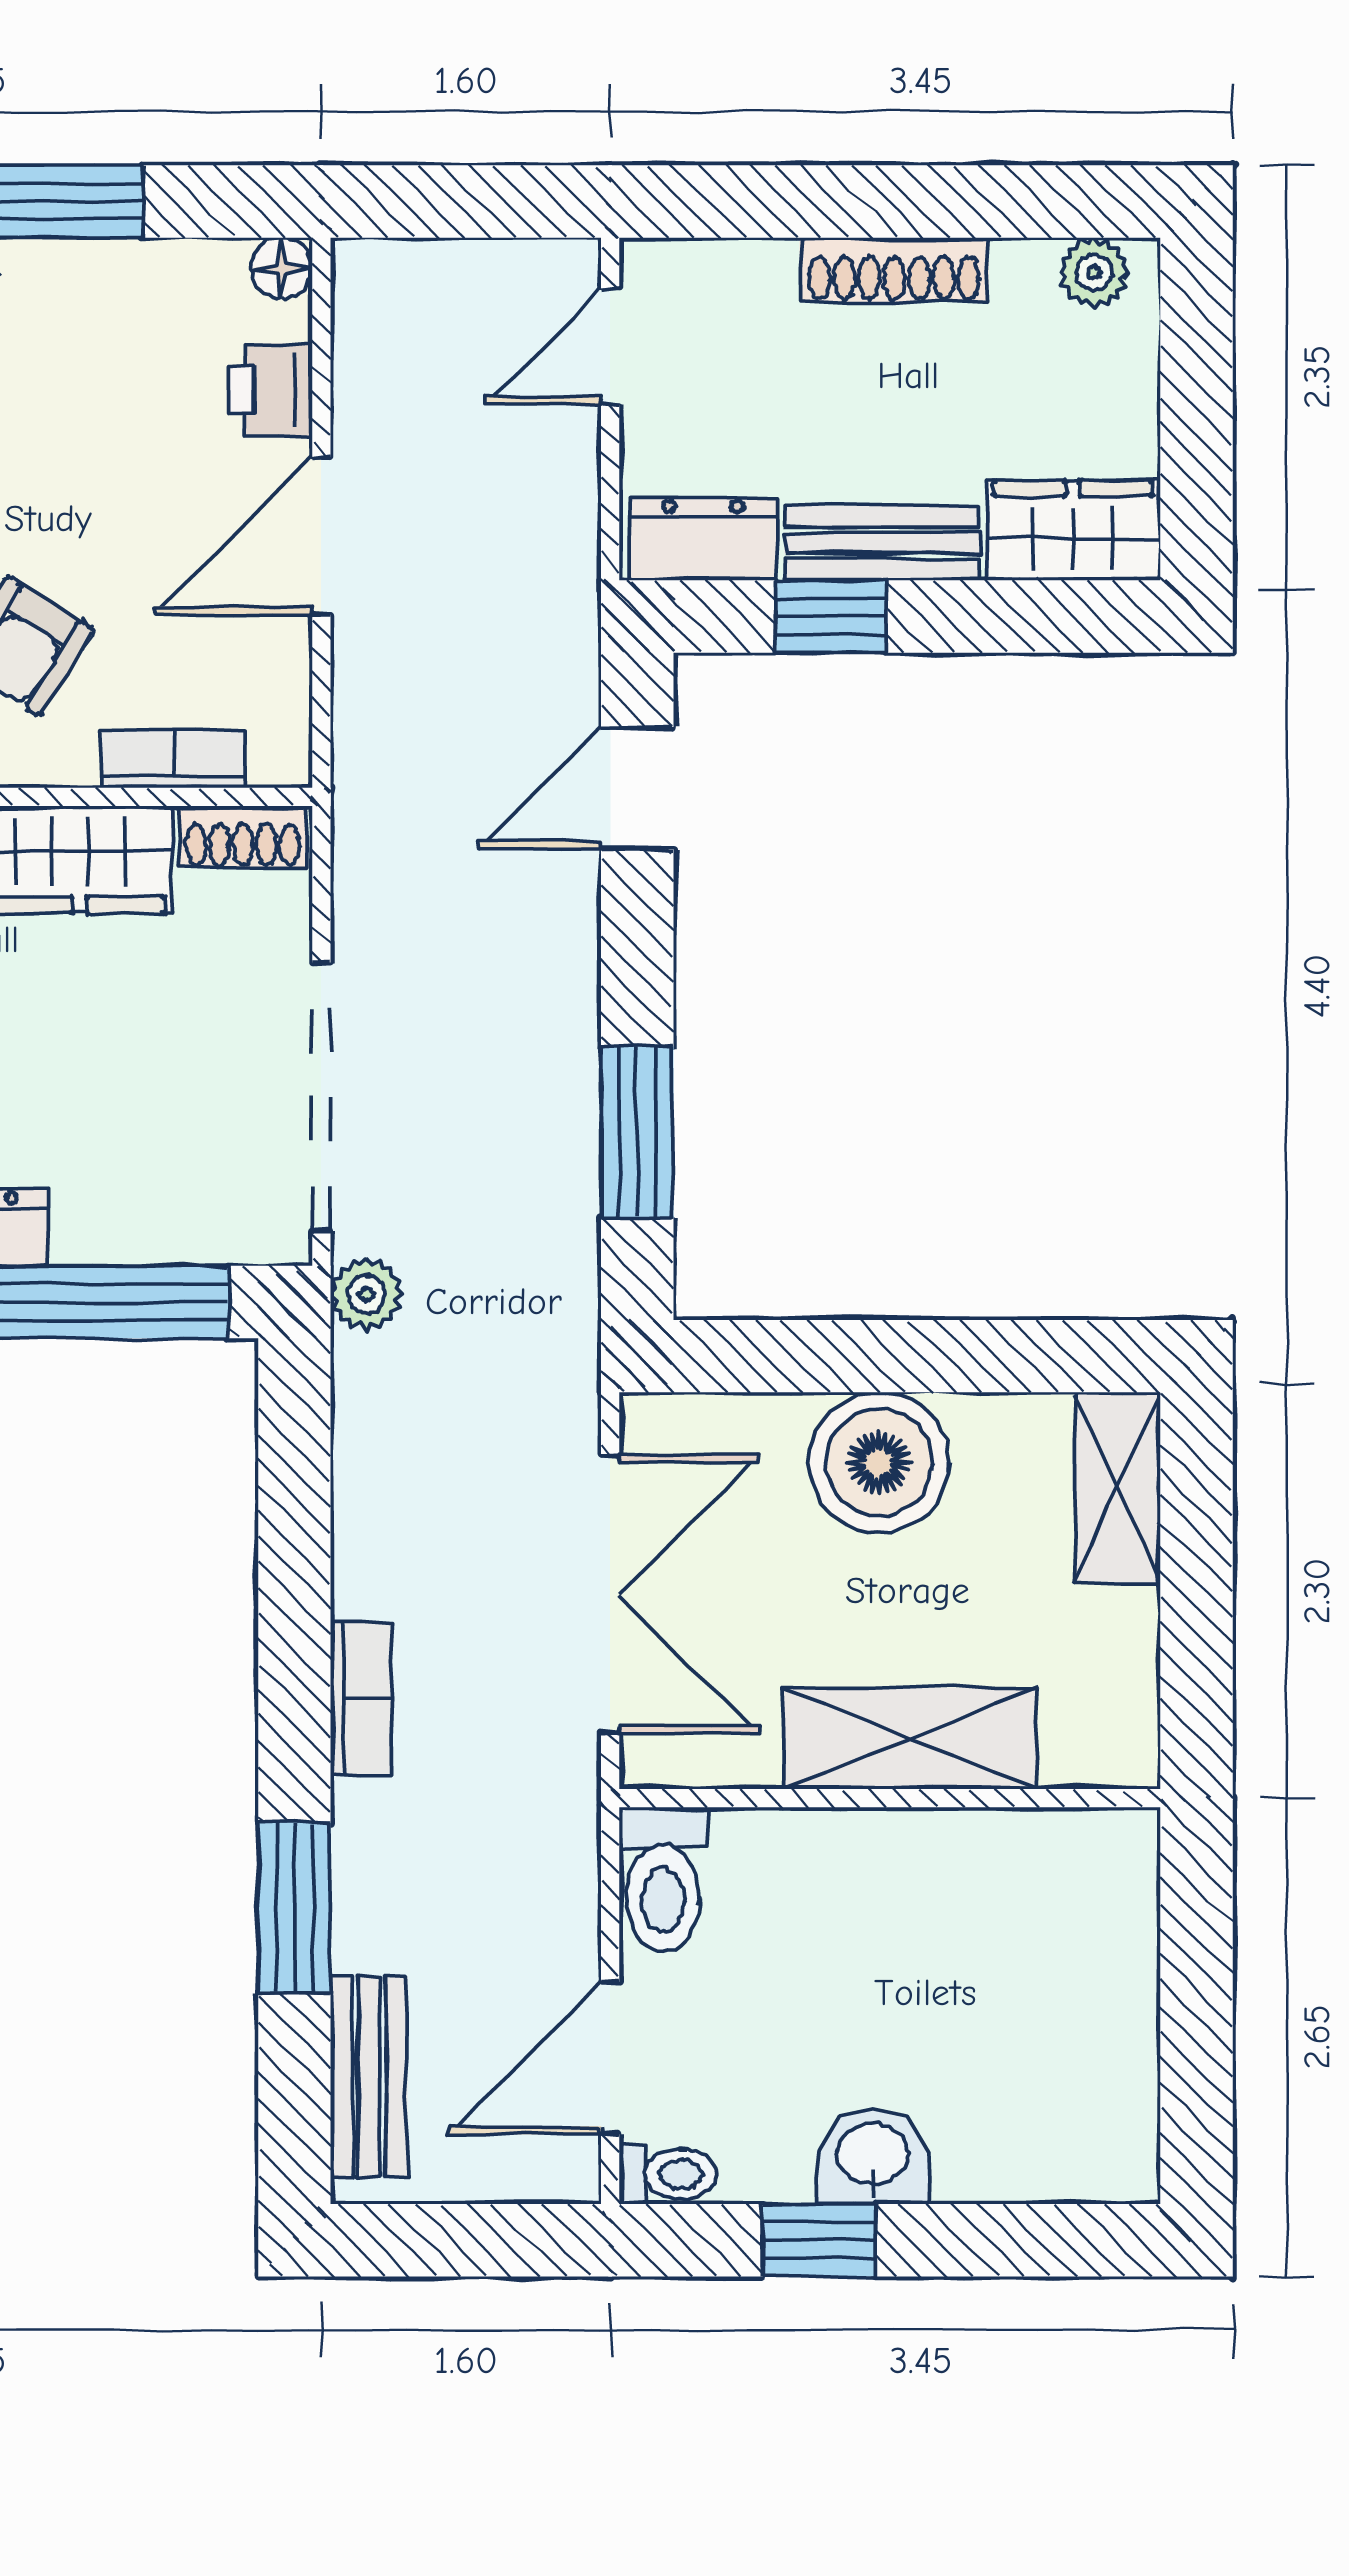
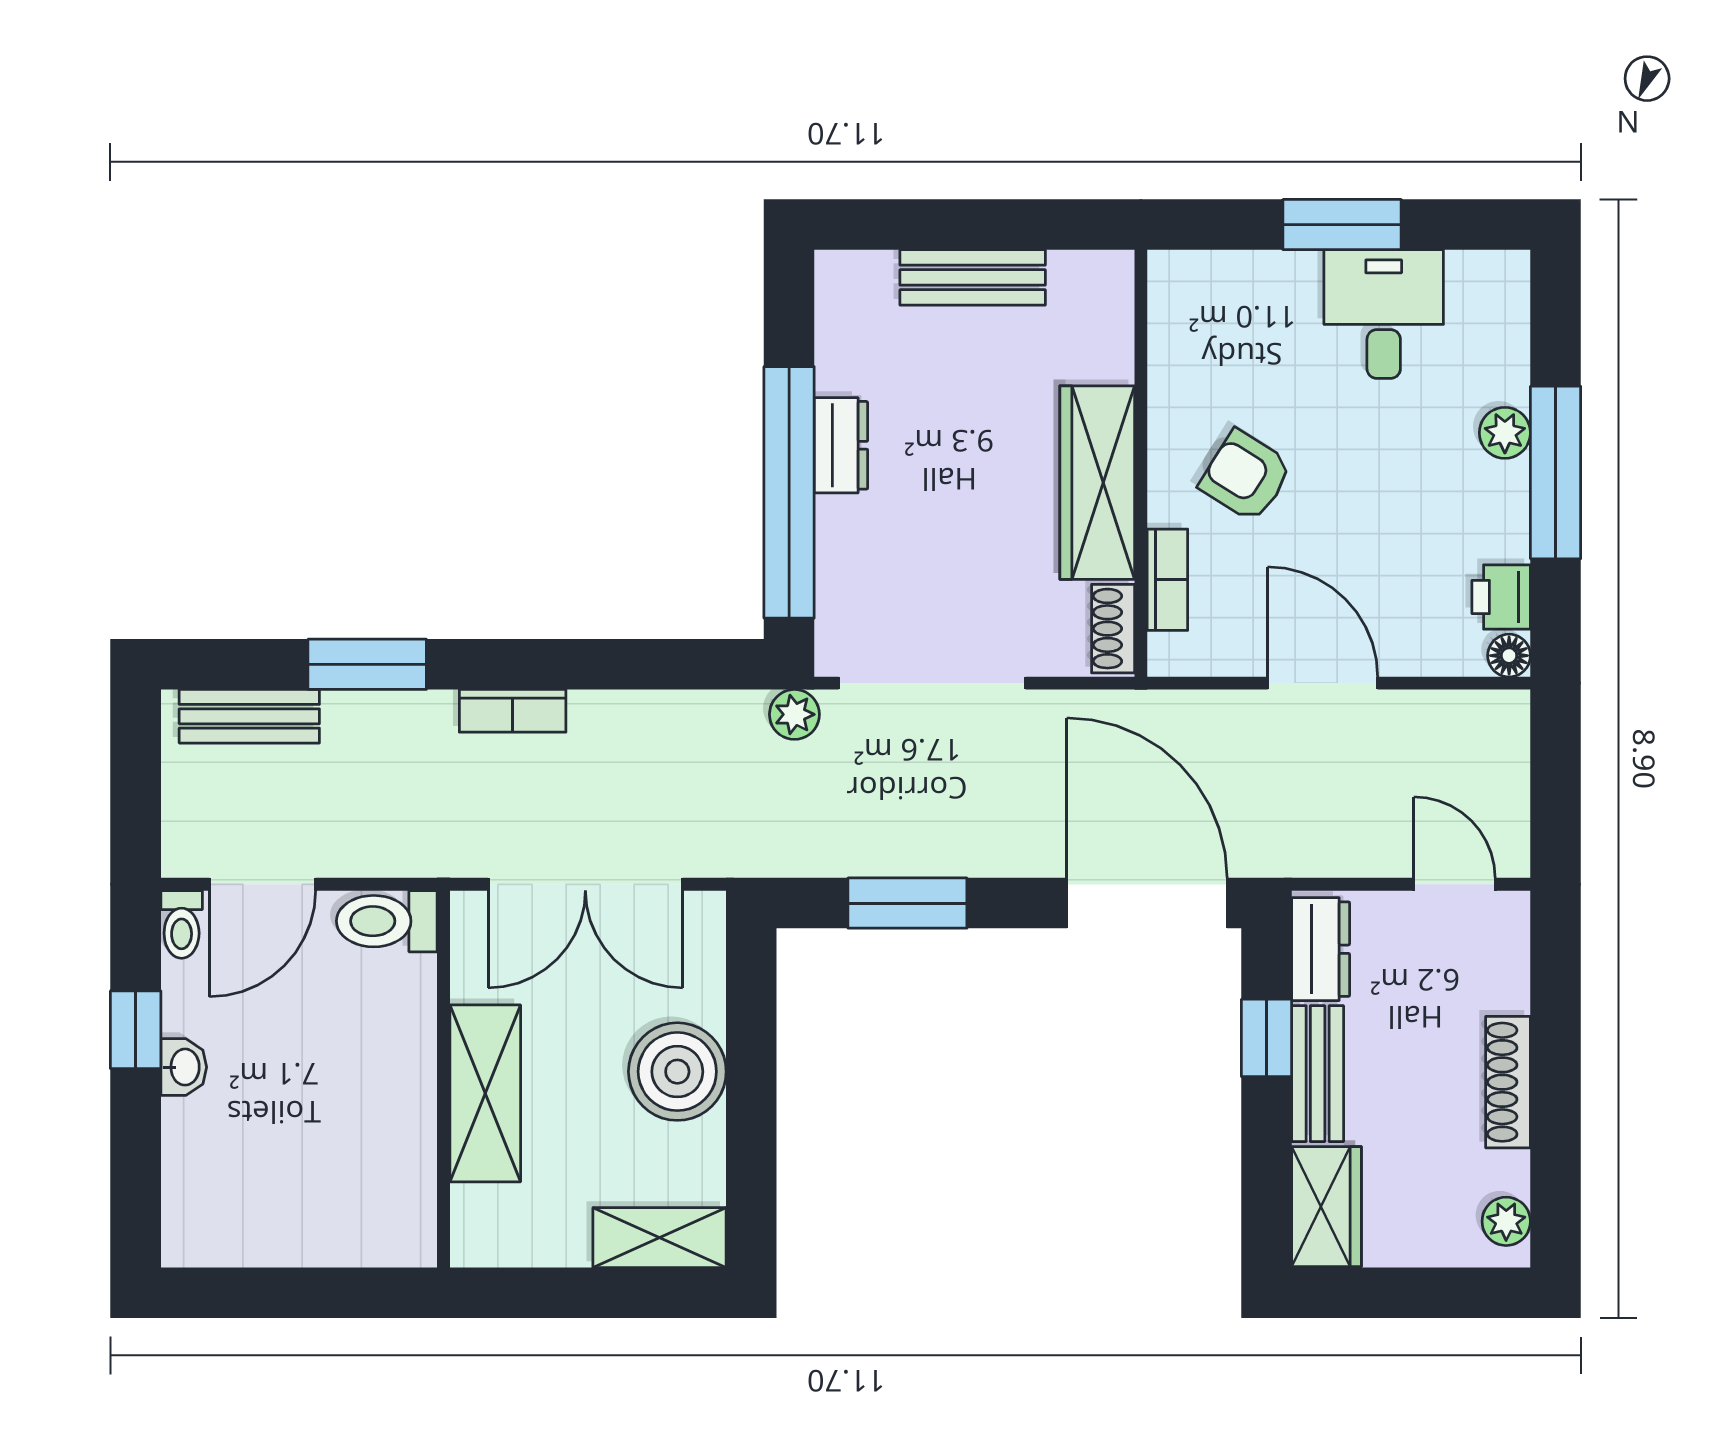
printer: (270, 390) -> (1501, 597), moved, turned -90
door: (637, 788) -> (1147, 903), width x1.87
door: (610, 2058) -> (262, 884), swing flipped
washbasin: (873, 2157) -> (184, 1067), width x0.72, depth x0.69

